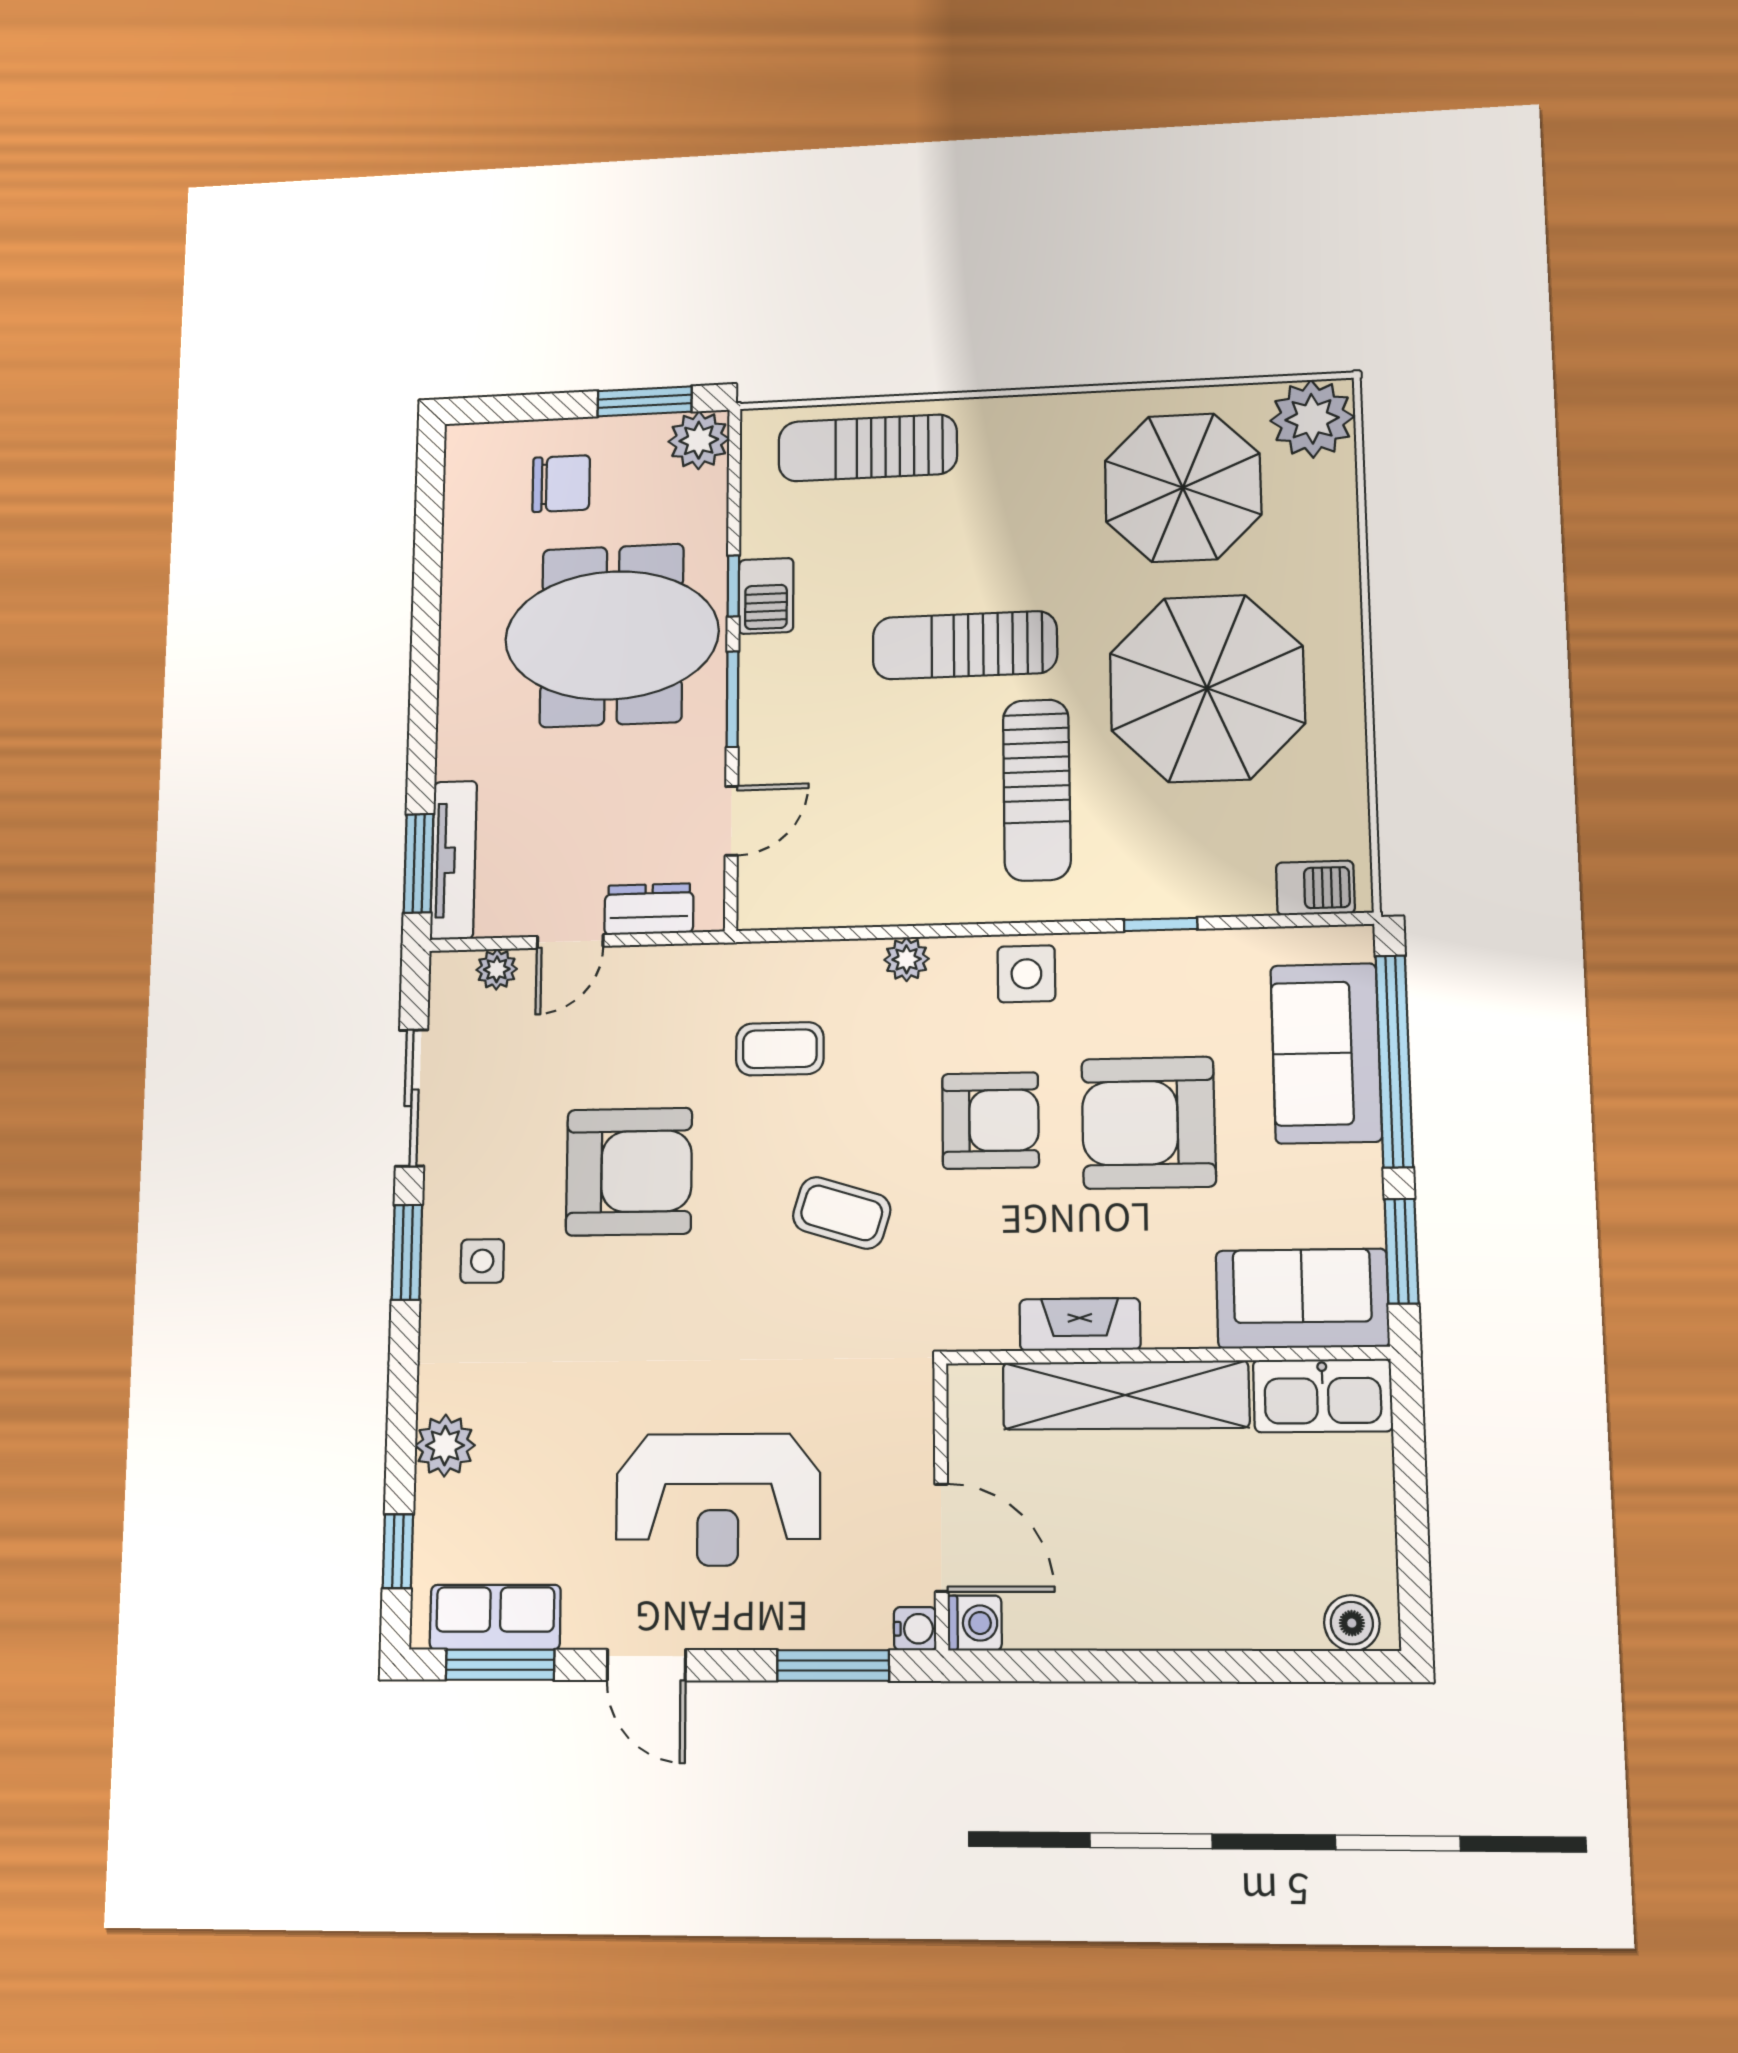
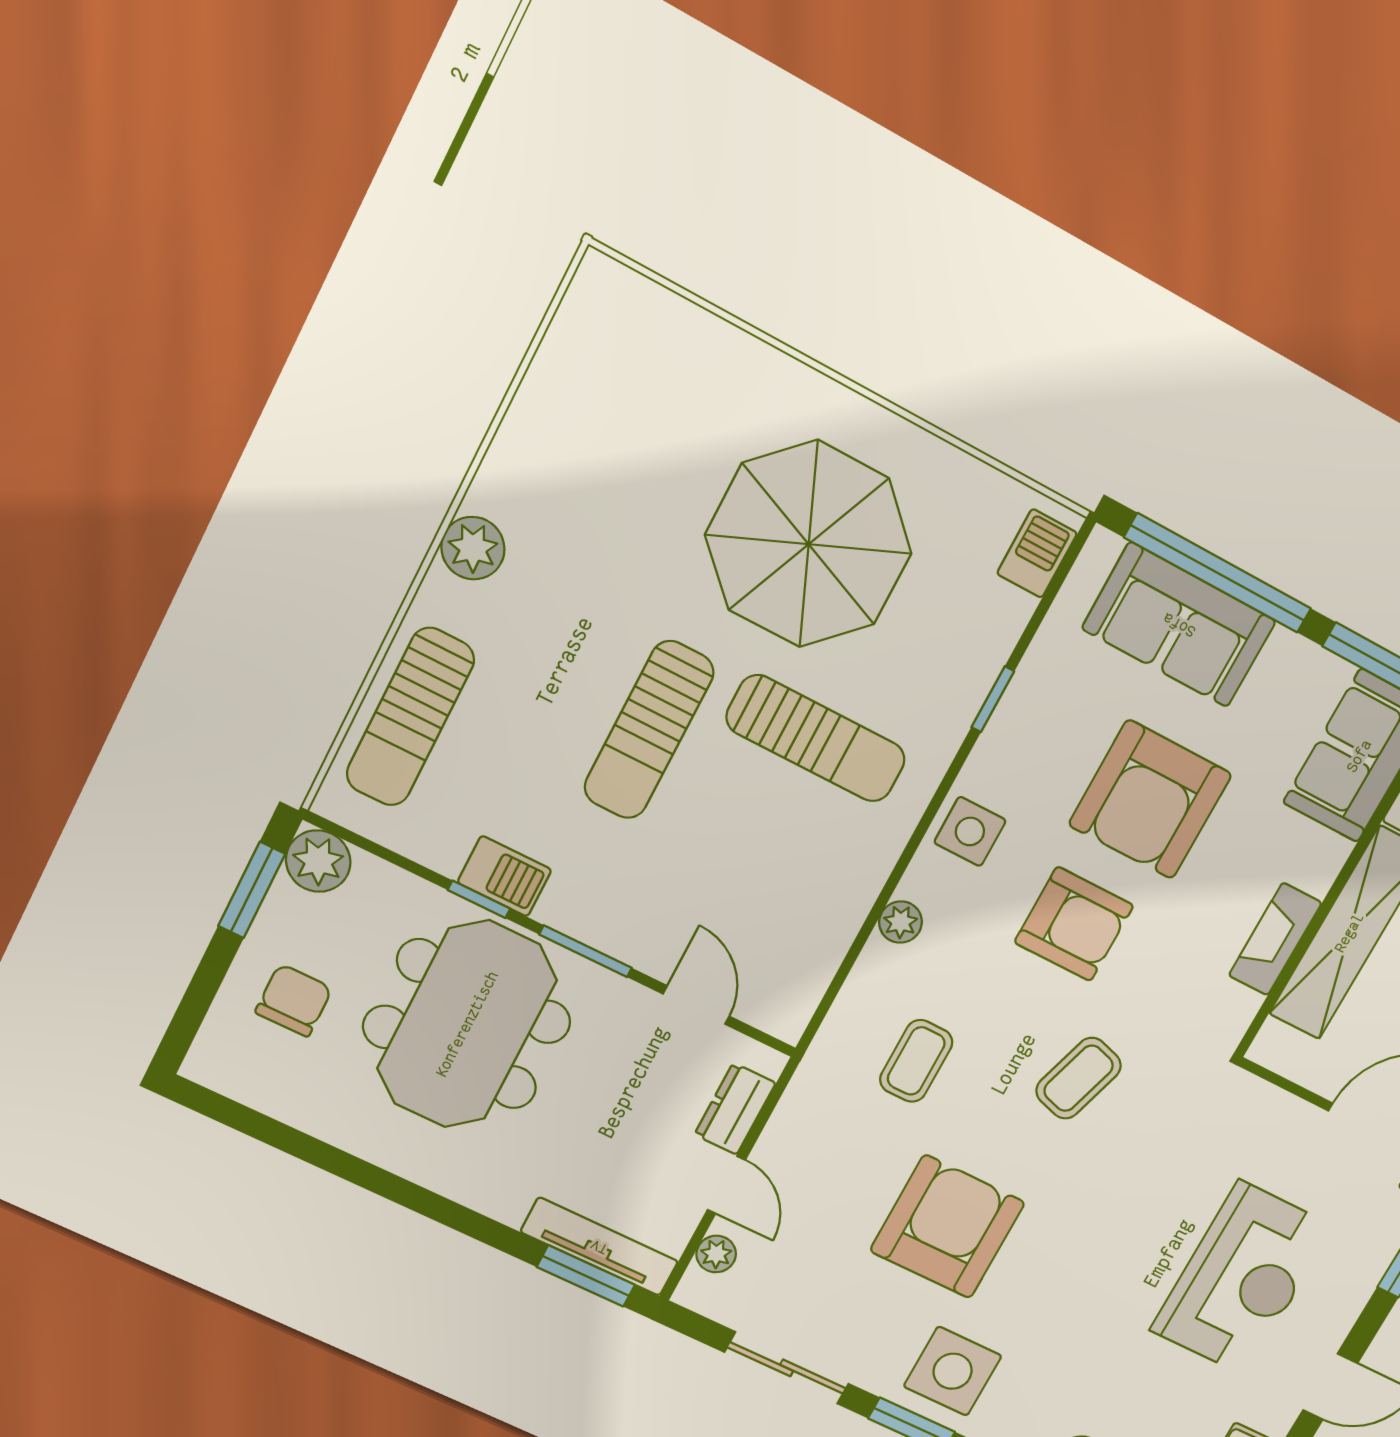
plant: (1312, 419) -> (473, 548), moved, width x0.73, depth x0.73
parasol: (1183, 488) -> (608, 460), removed
armchair: (990, 1121) -> (1074, 924), turned 90
side table: (482, 1261) -> (953, 1371), width x1.87, depth x1.87

